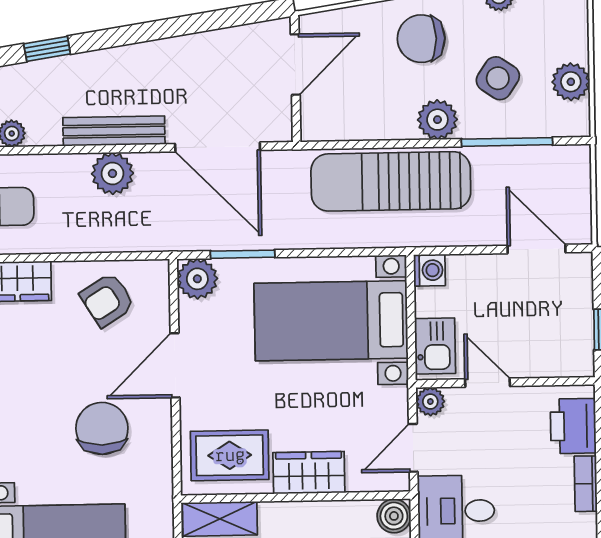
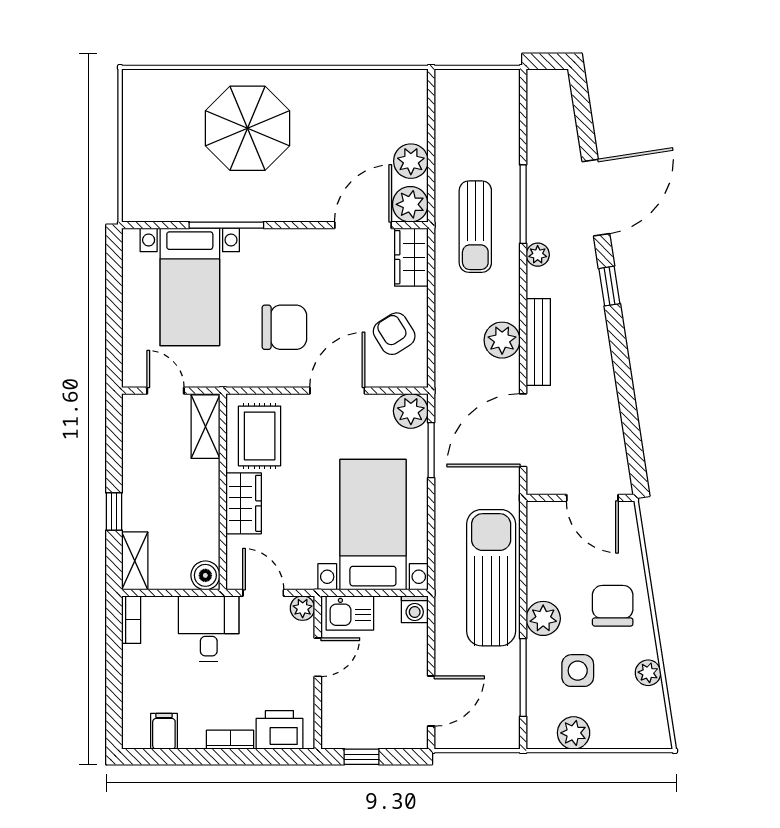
side table: (498, 78) -> (578, 671), turned -34
door: (175, 365) -> (337, 391), hinge flipped

